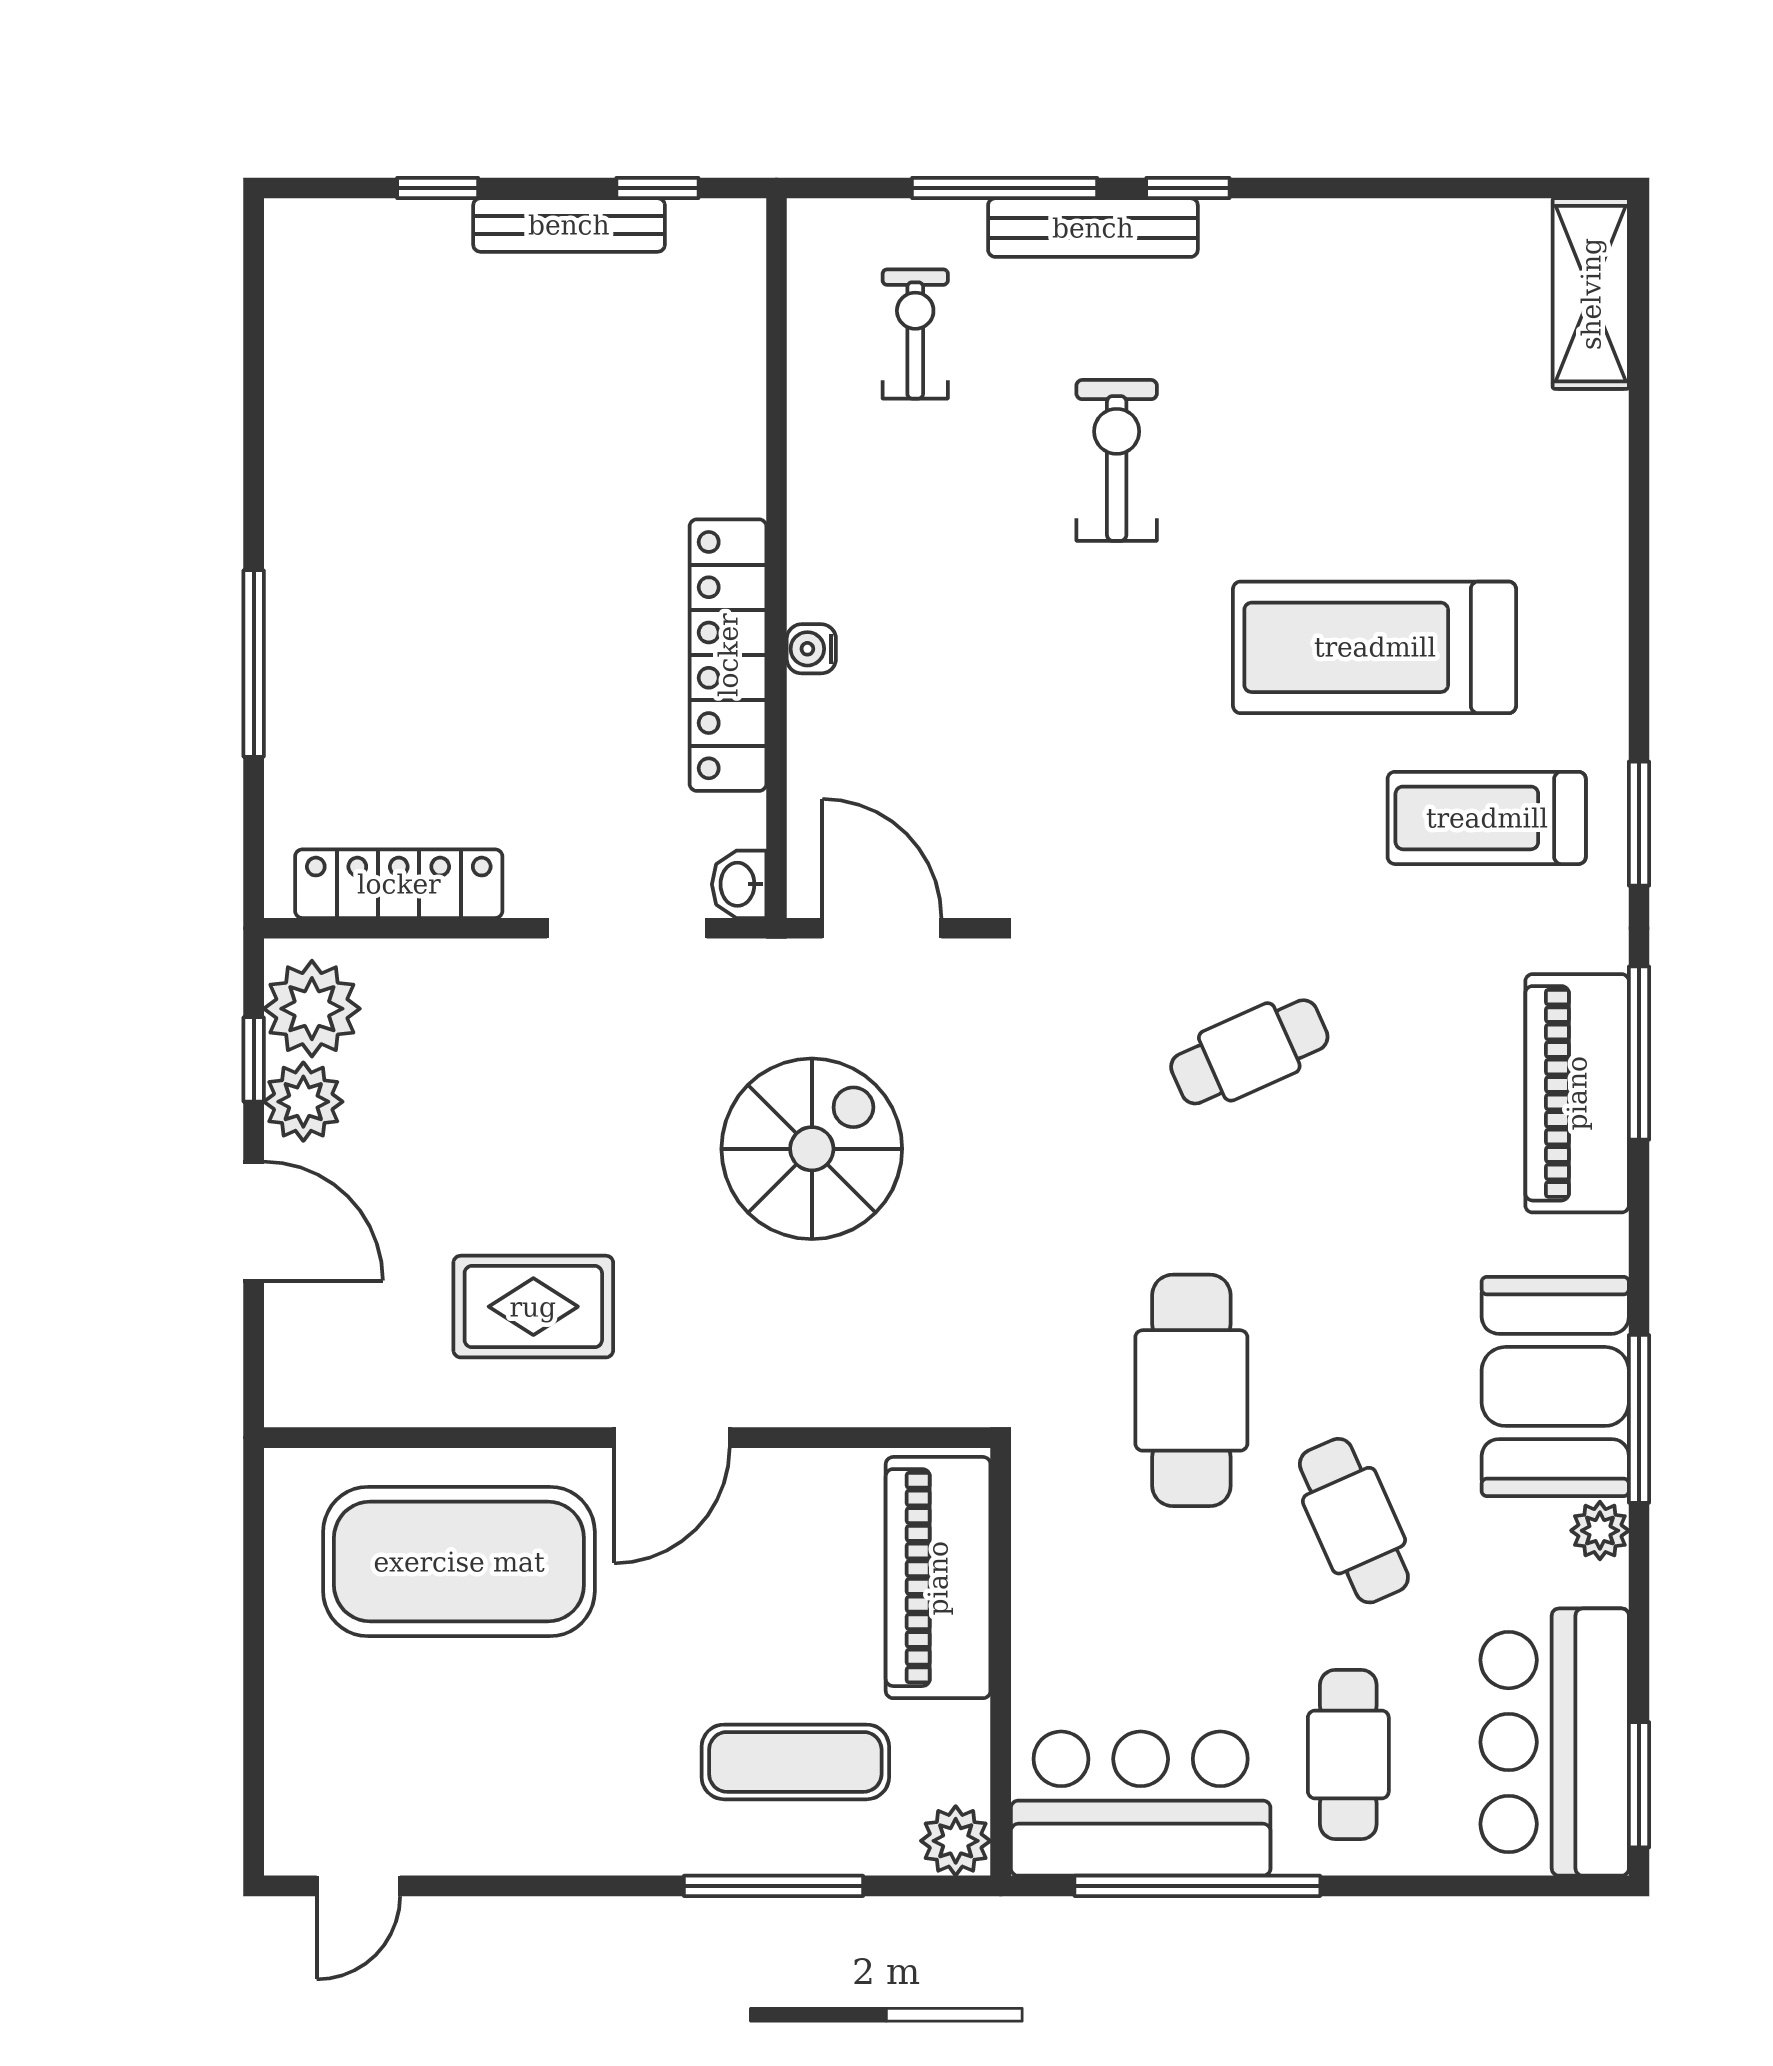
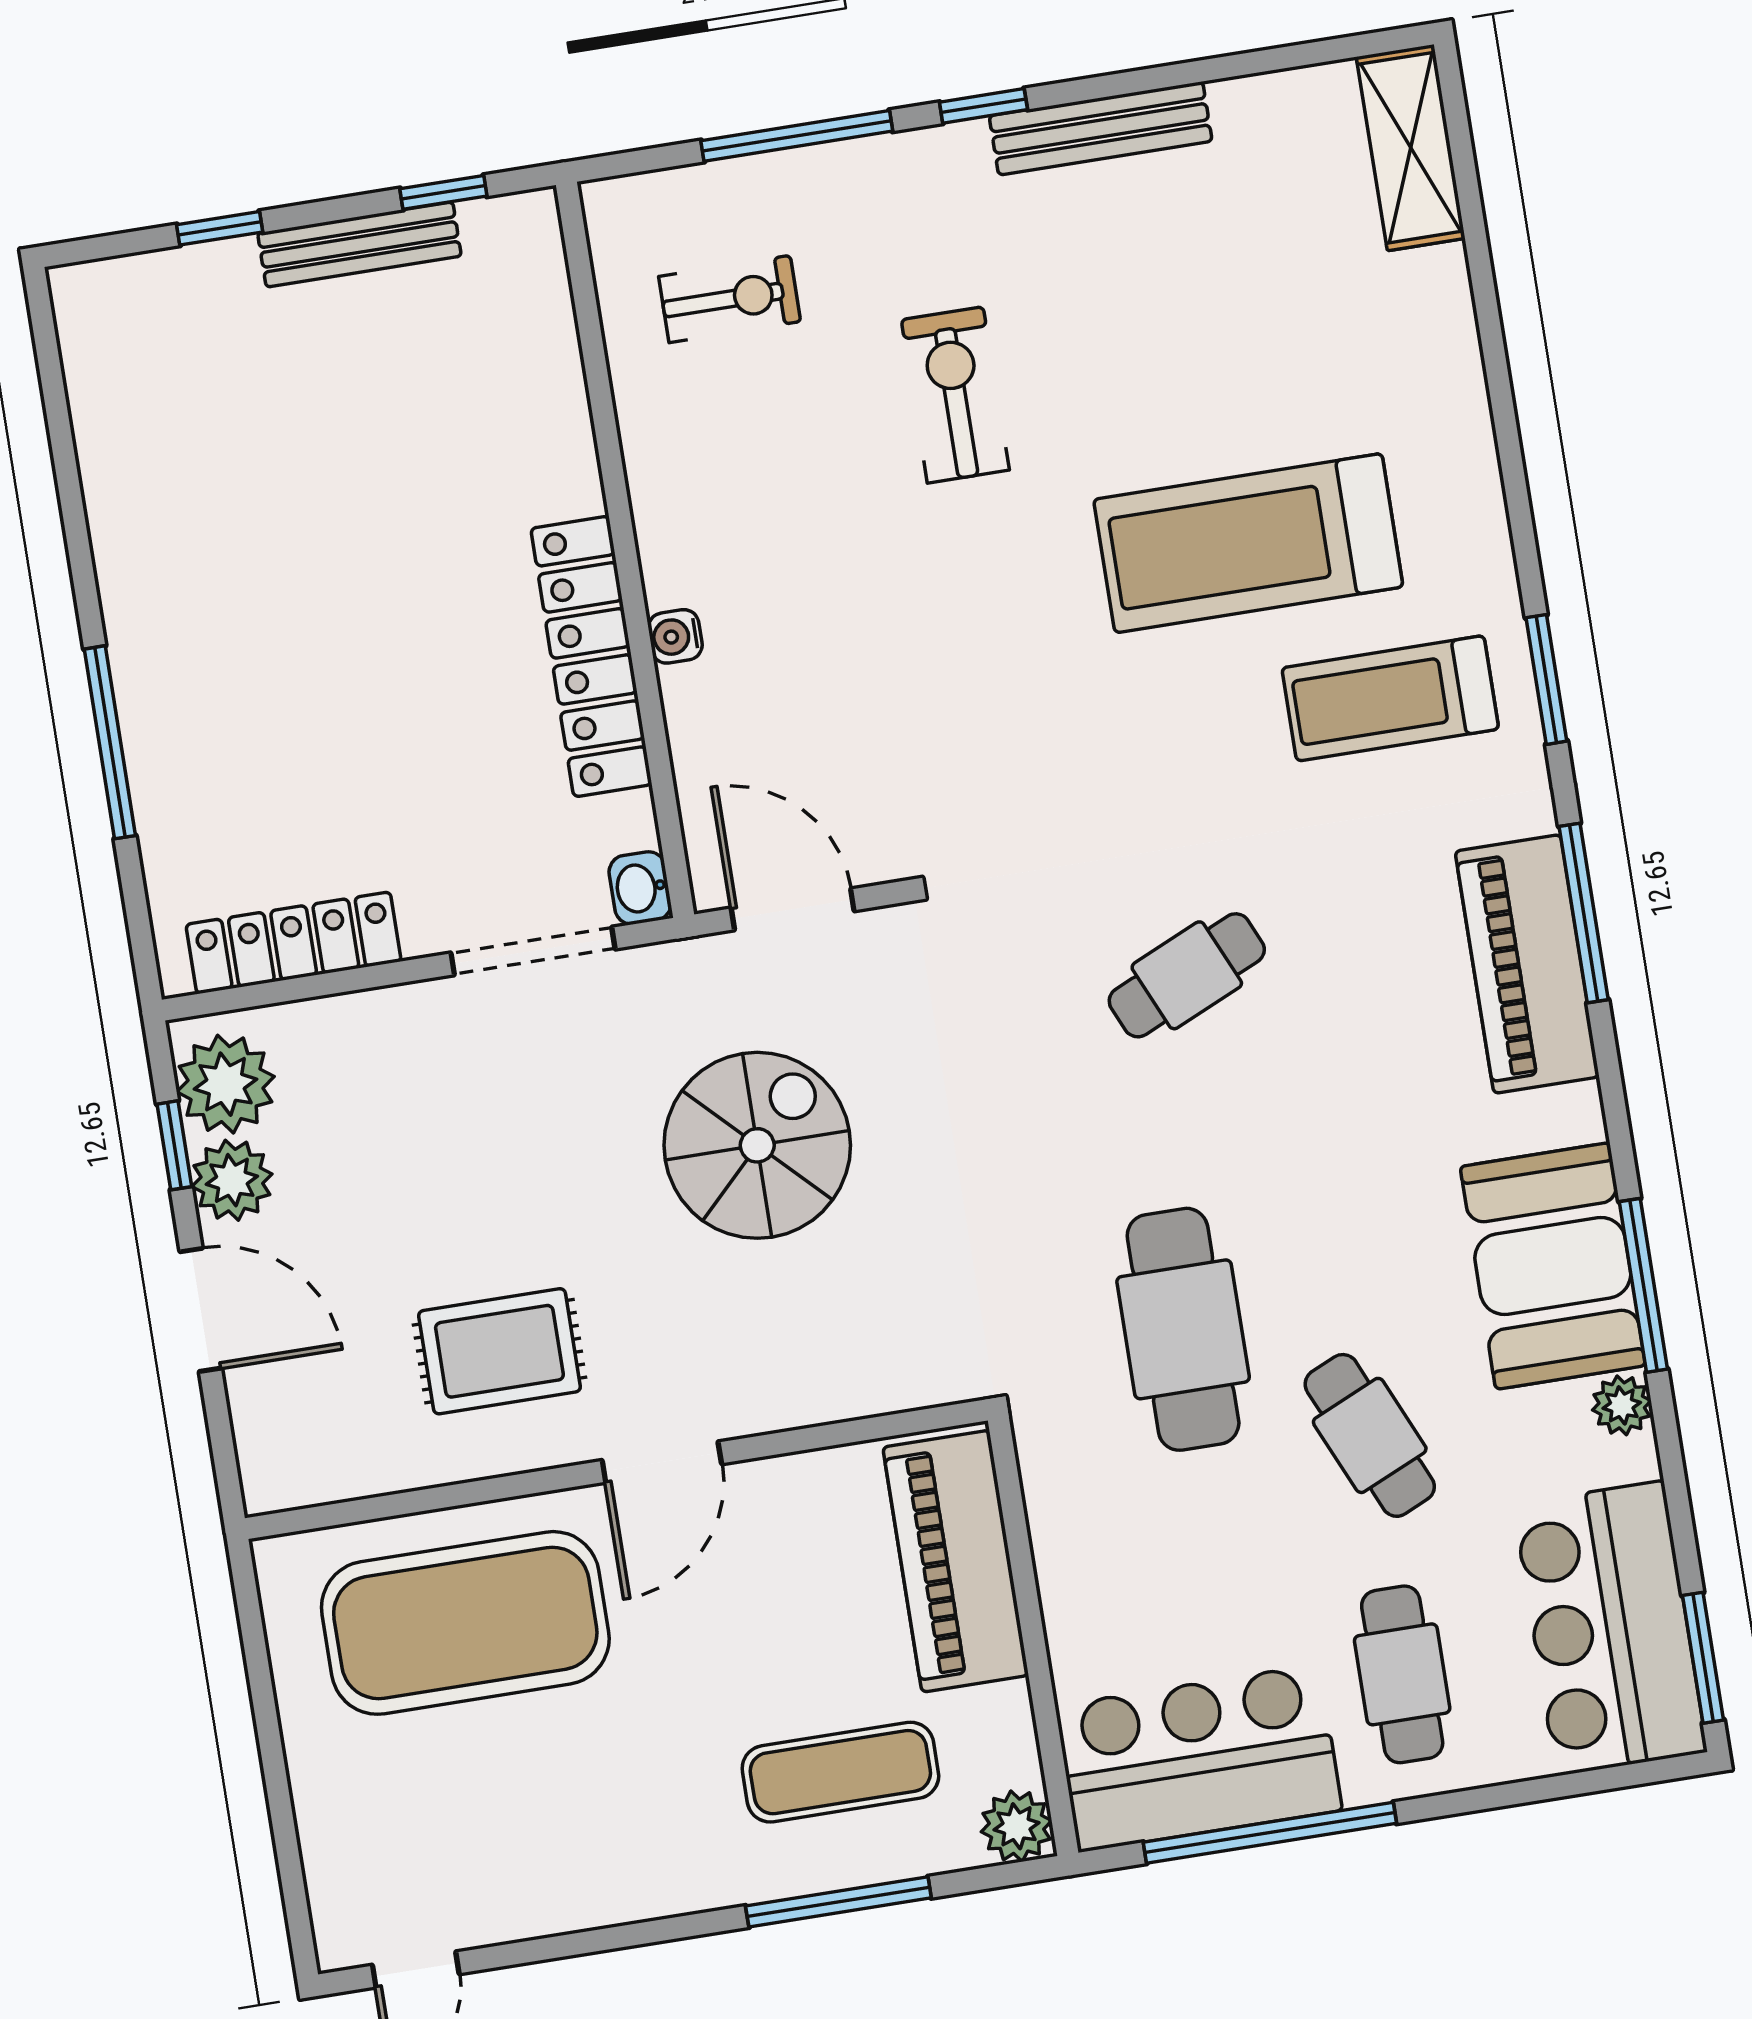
bench: (1093, 228) -> (1101, 128), moved
exercise bike: (915, 334) -> (730, 299), turned 90

